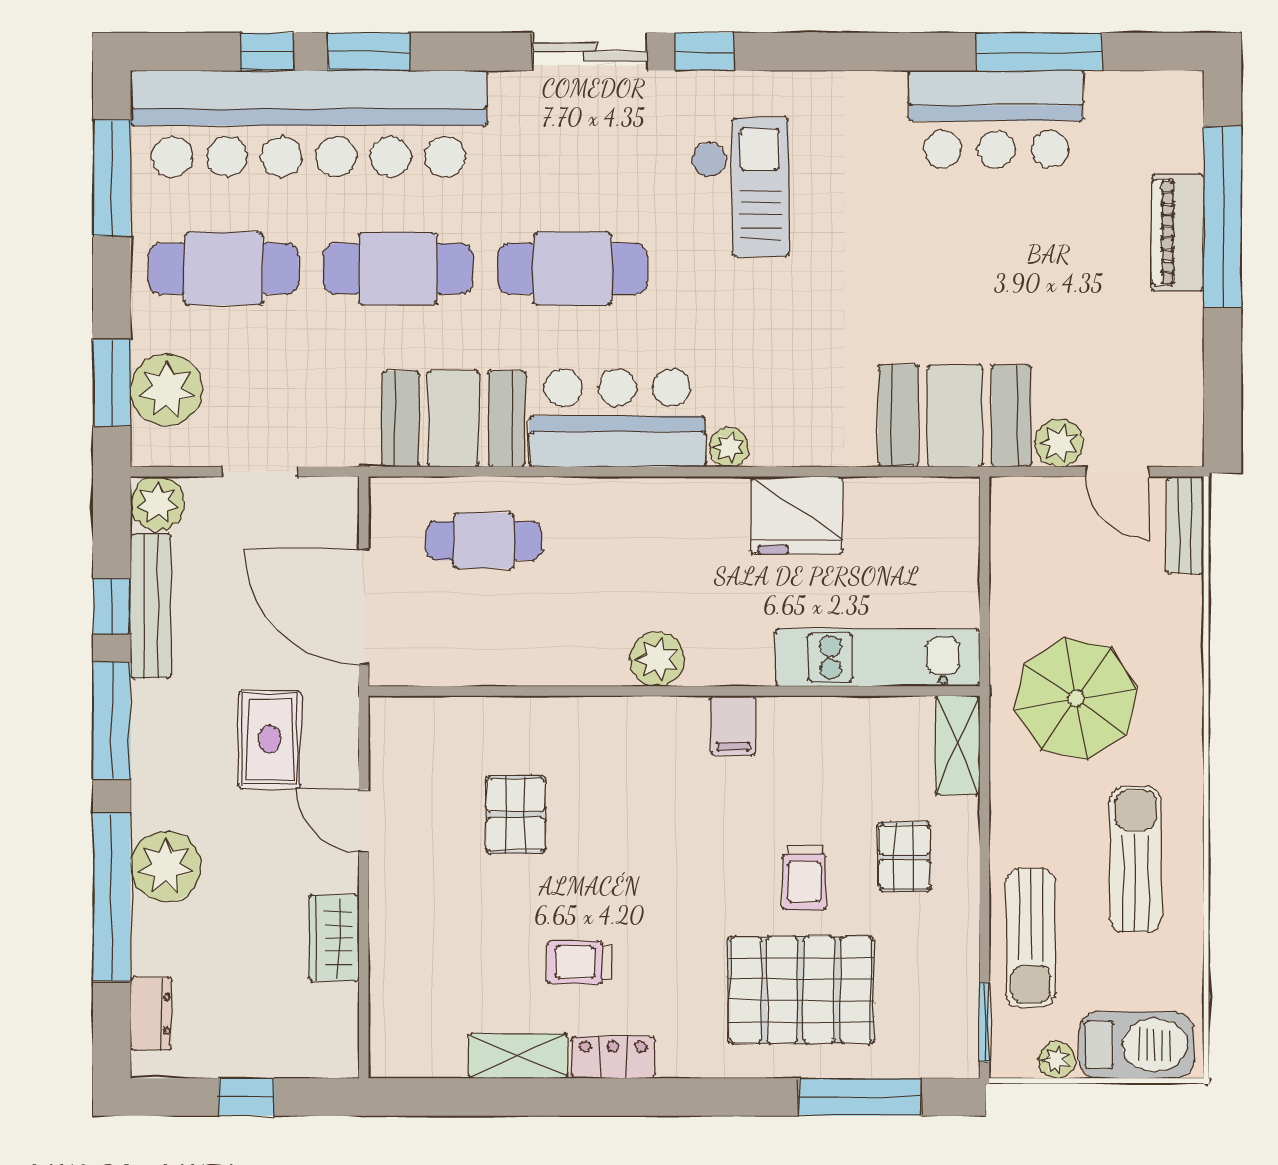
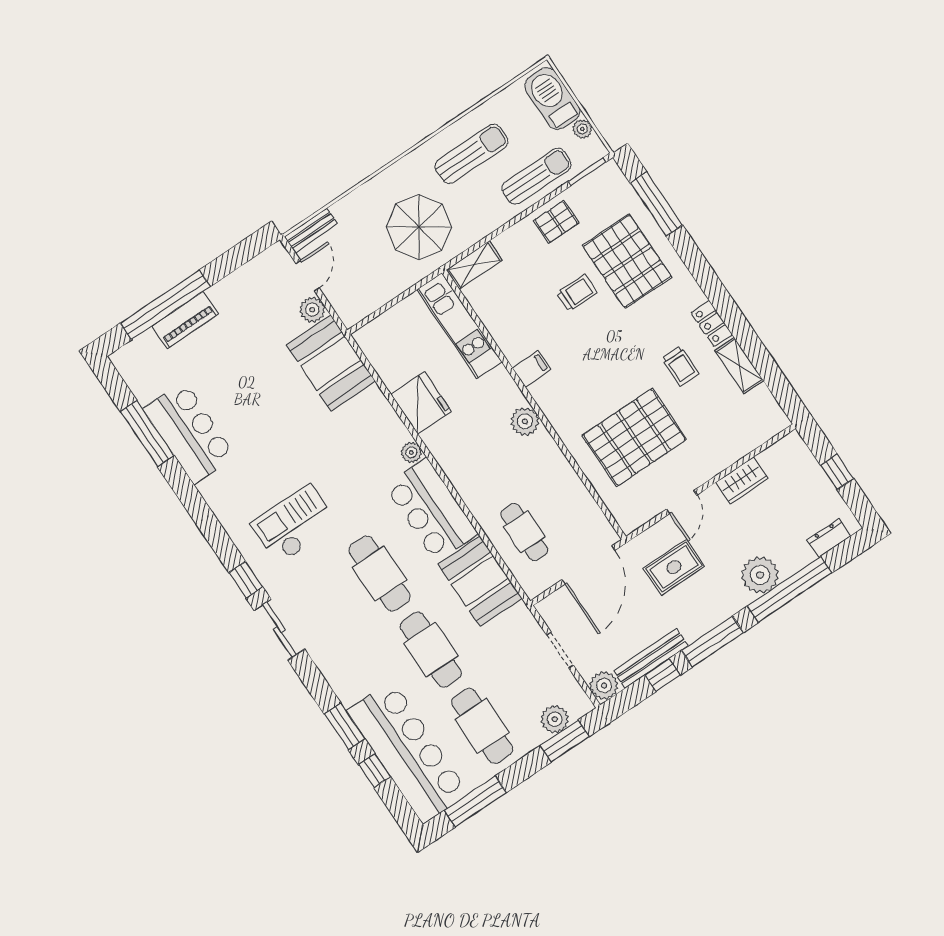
bar counter: (309, 124) -> (408, 752), width x0.73
plant: (166, 390) -> (555, 719), width x0.73, depth x0.73
pallet: (516, 815) -> (634, 437), width x2.05, depth x2.00
pallet: (904, 857) -> (556, 222), moved
sun lounger: (1135, 859) -> (471, 154), turned 180

